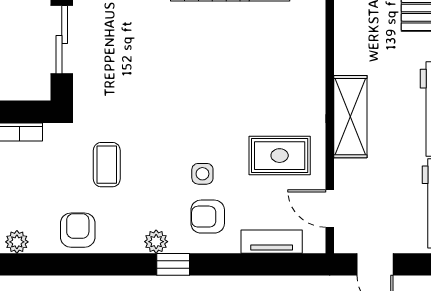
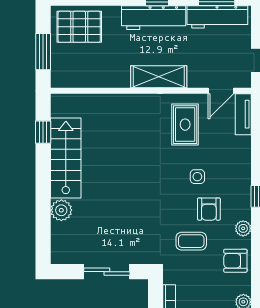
armchair: (208, 217) -> (209, 209), moved
plant: (156, 242) -> (243, 228), moved
tv unit: (272, 242) -> (243, 114), moved

